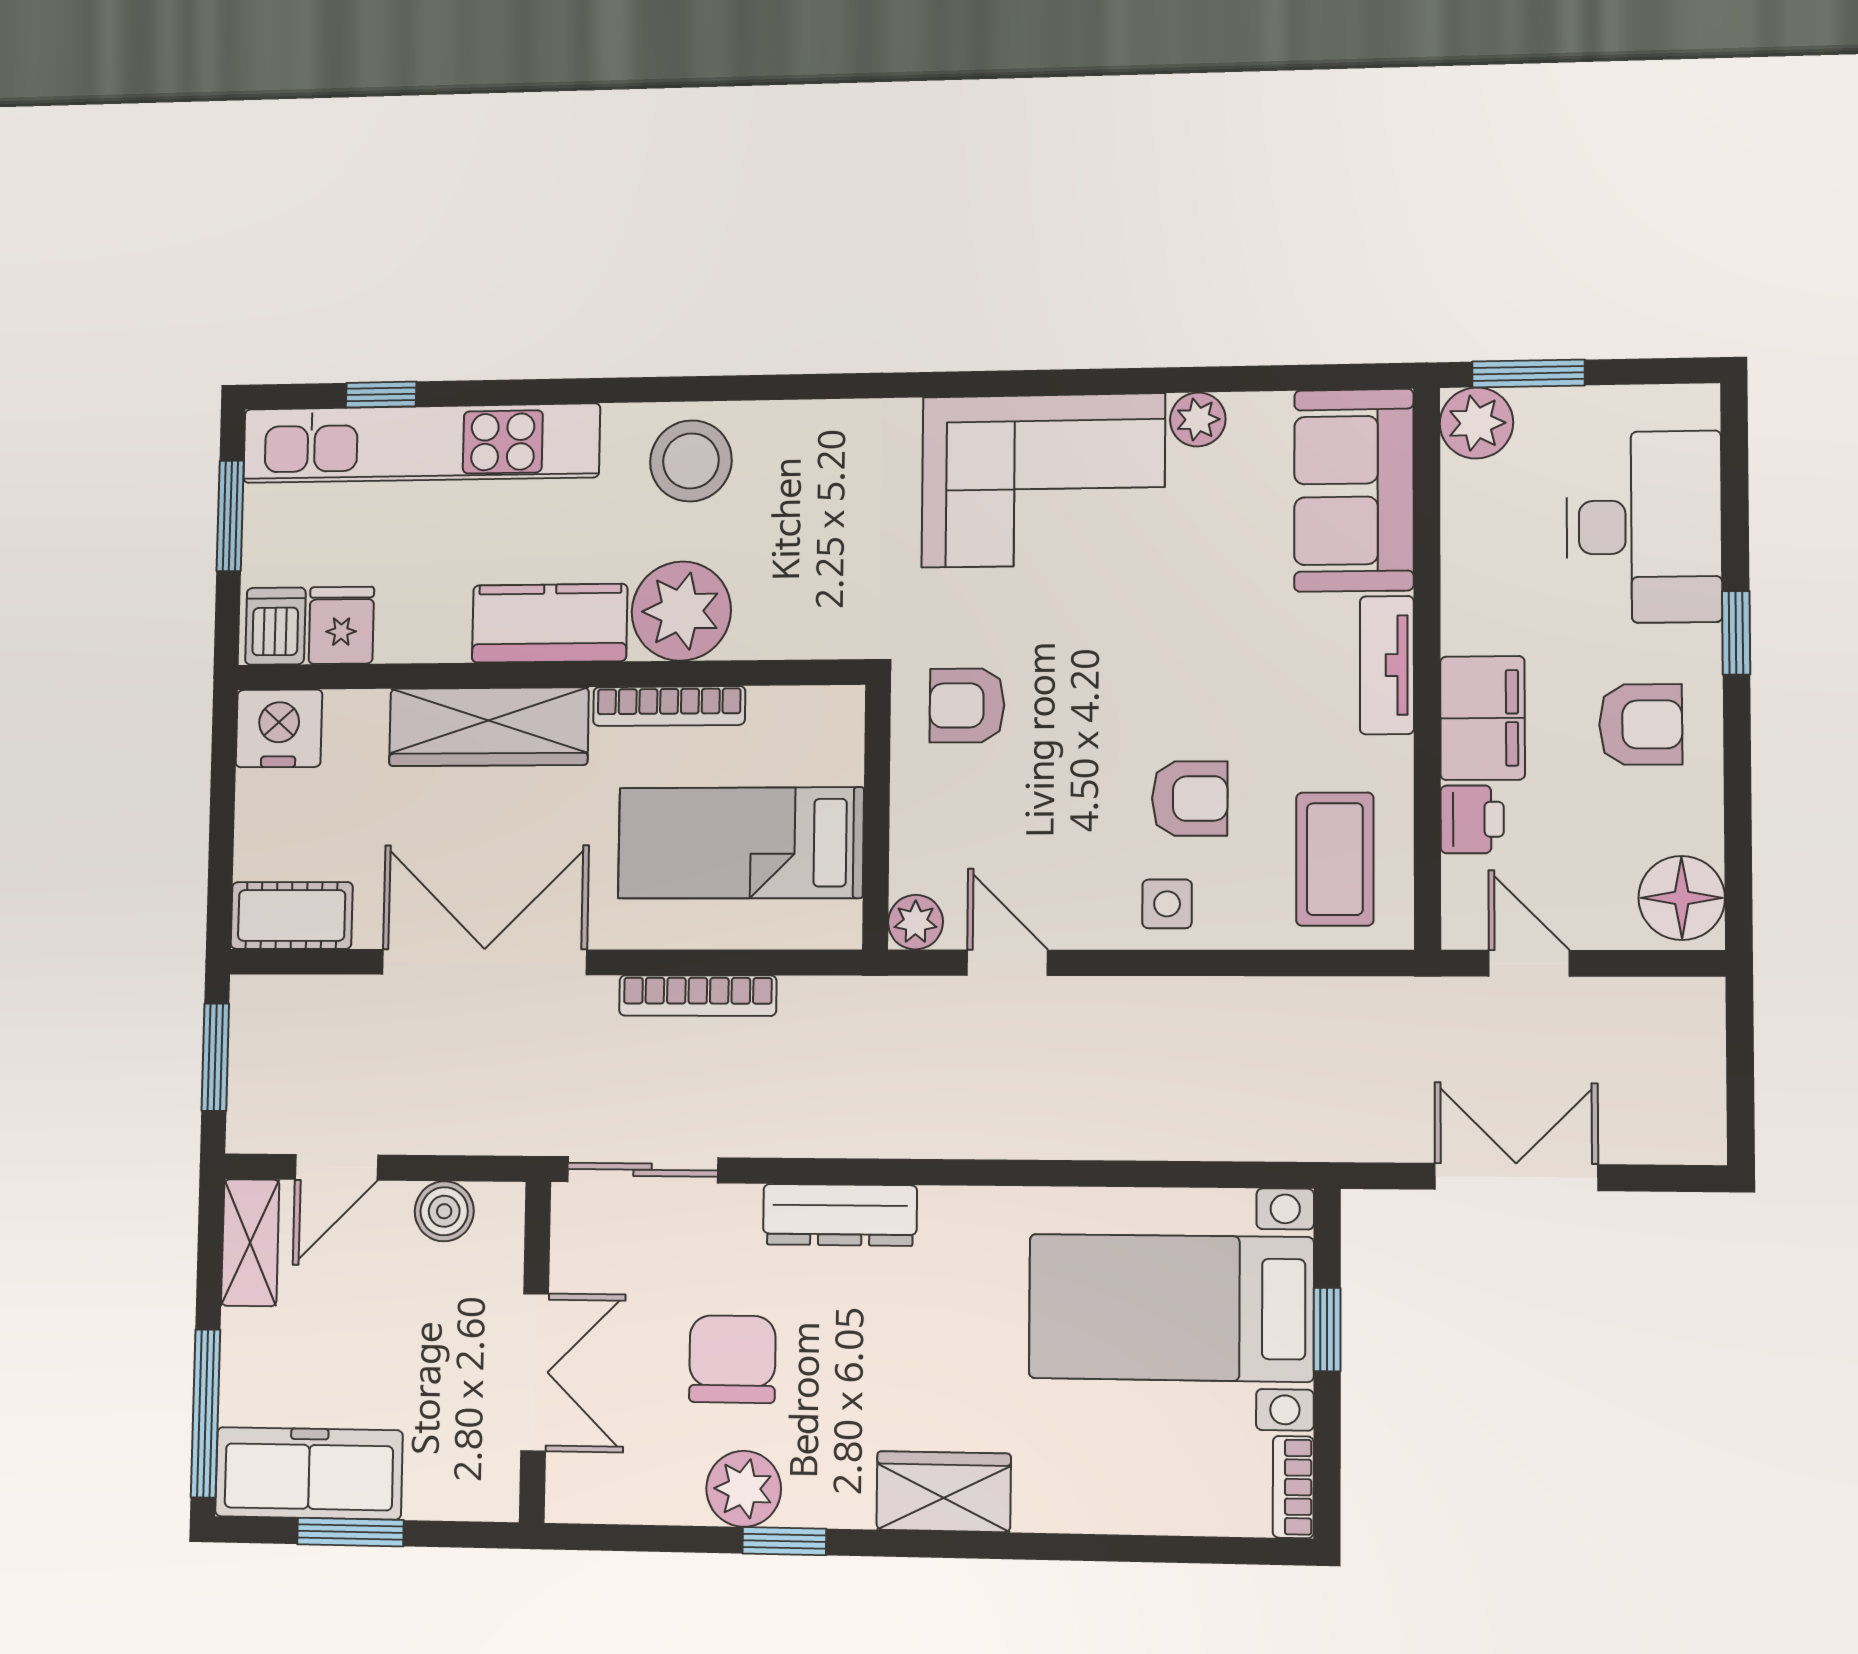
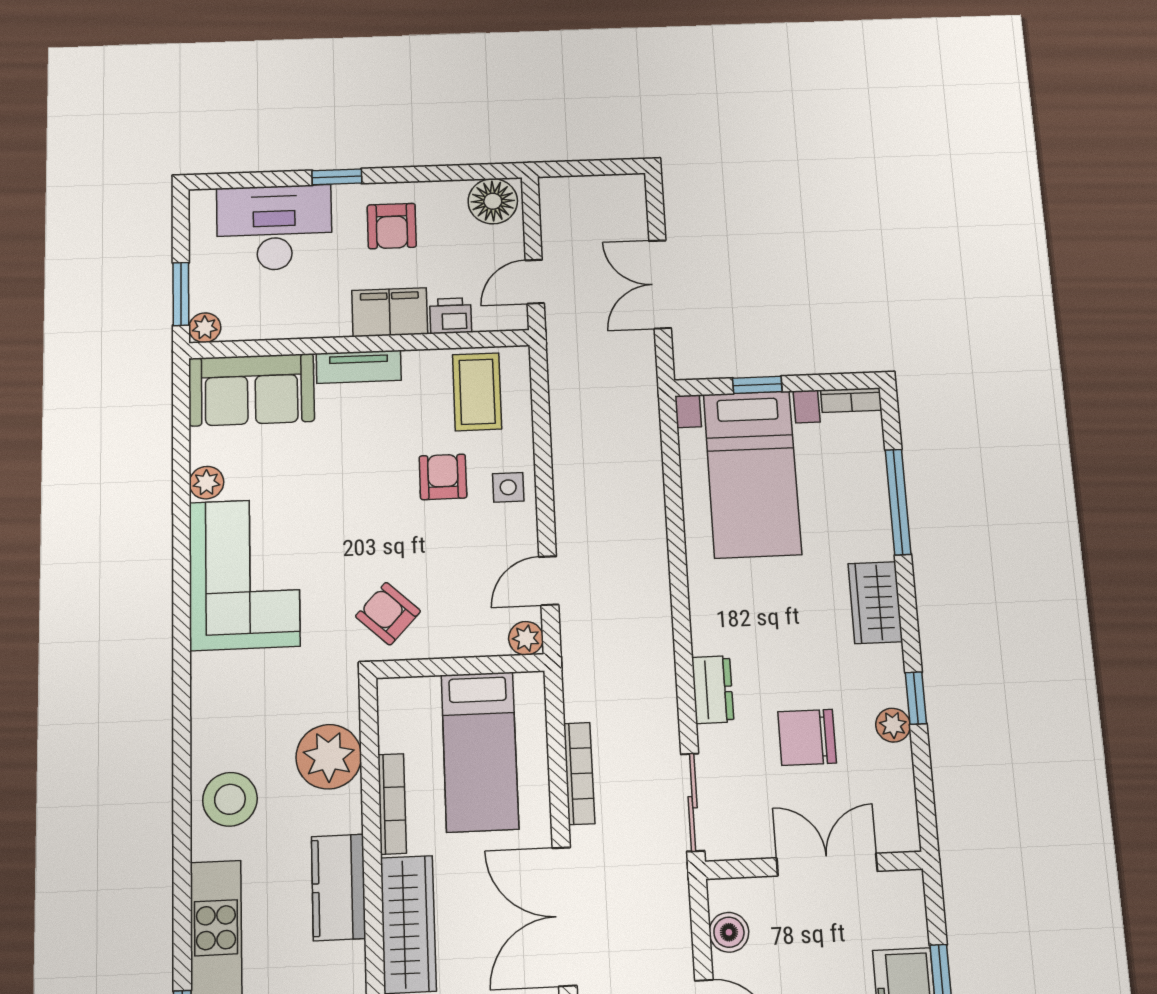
plant: (1476, 423) -> (205, 328), width x0.73, depth x0.73
plant: (681, 611) -> (329, 757), moved
armchair: (967, 705) -> (388, 614), turned 133
armchair: (1641, 724) -> (392, 226), turned 180
coffee table: (1335, 859) -> (477, 392), turned 90
dresser: (840, 1215) -> (713, 690), width x0.70
plant: (744, 1489) -> (893, 725), width x0.73, depth x0.73
window: (1111, 1548) -> (898, 502), added

